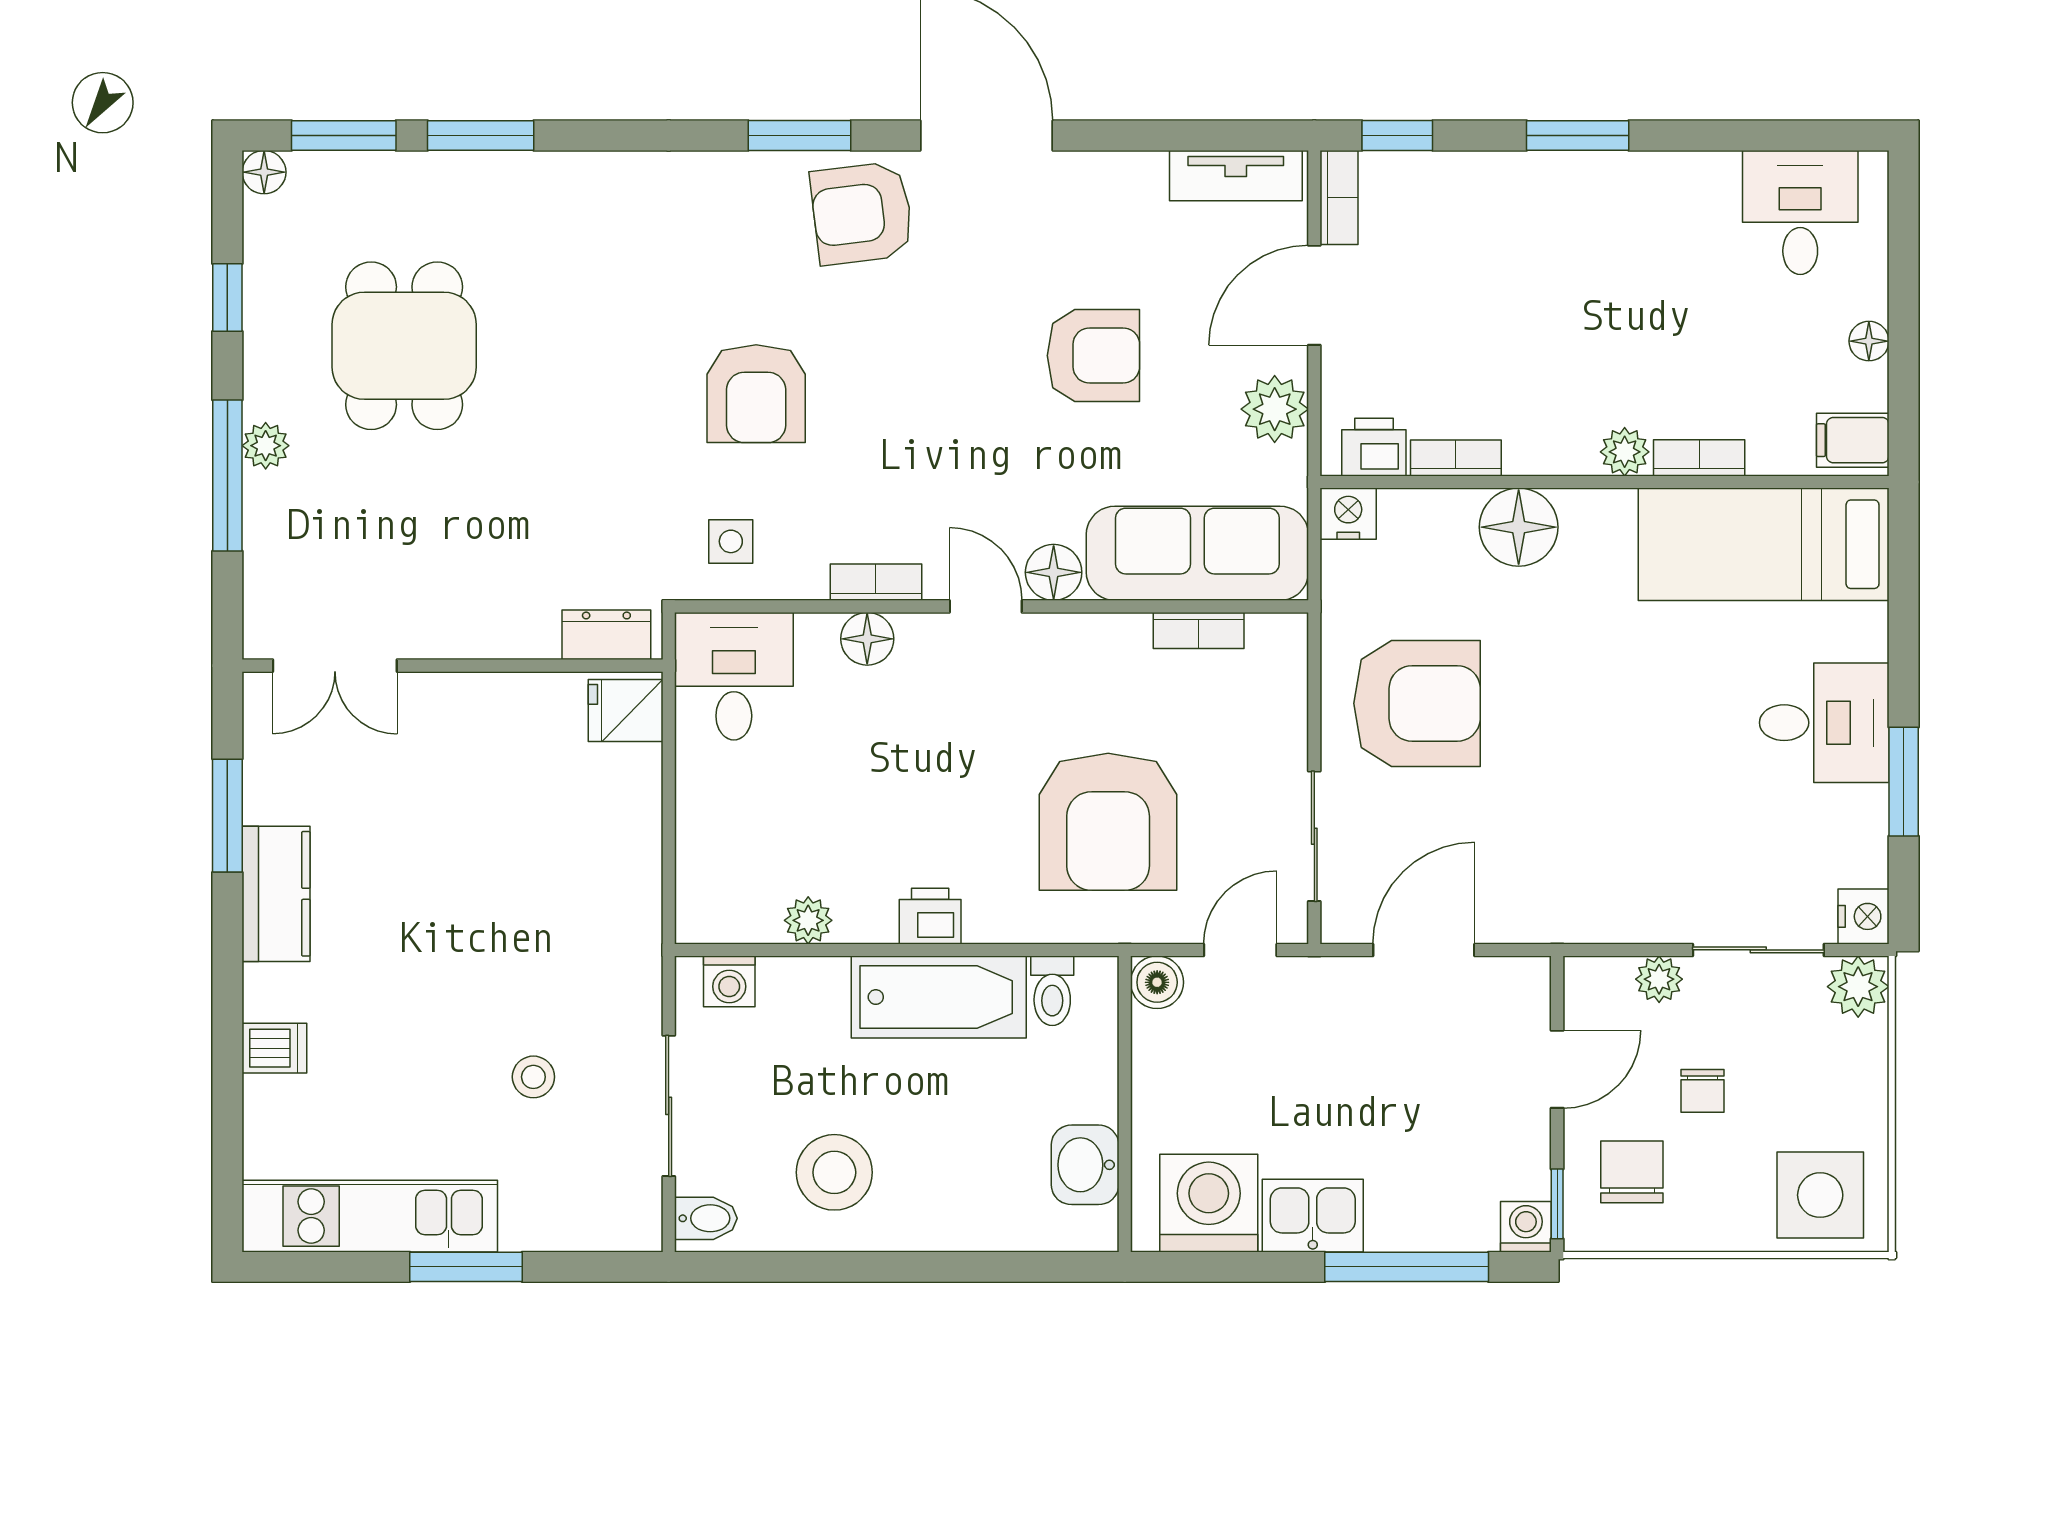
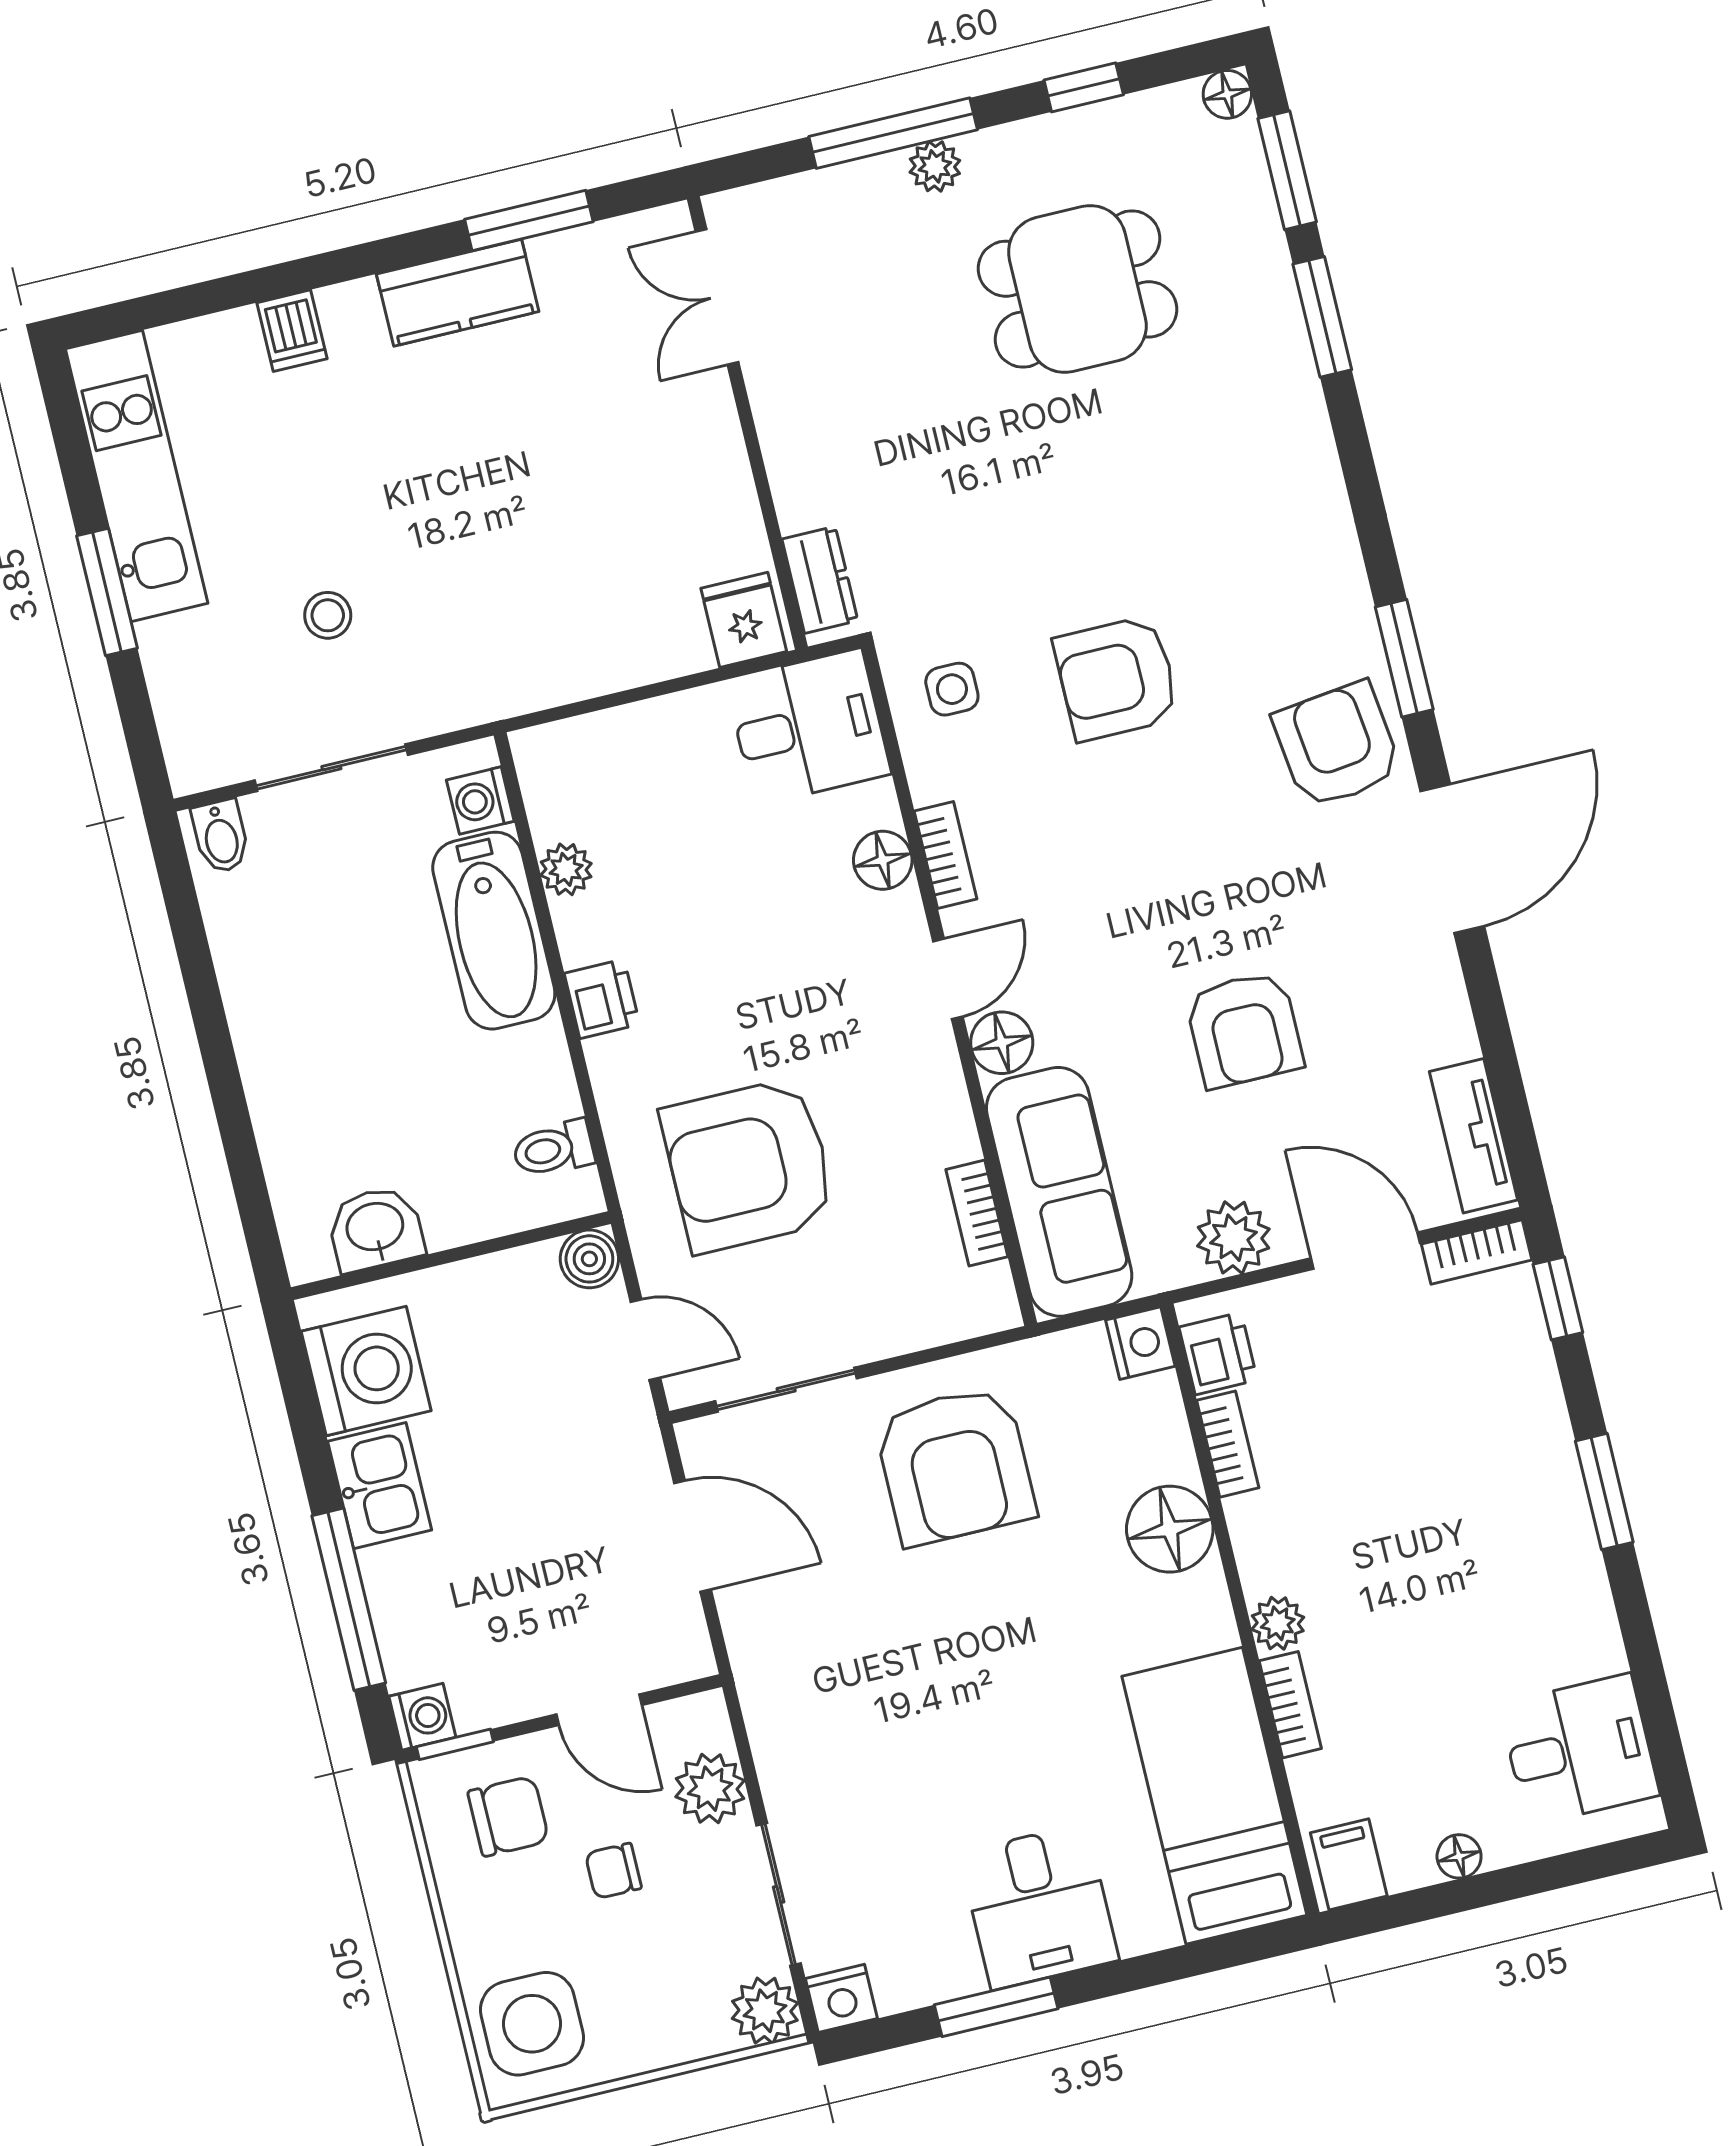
plant: (1659, 979) -> (710, 1789), width x1.38, depth x1.38
bathtub: (939, 997) -> (494, 931), moved
stool: (834, 1172) -> (303, 962), removed

